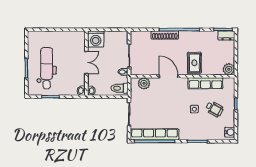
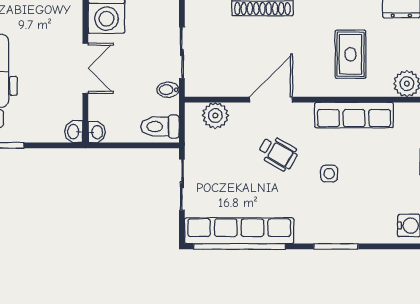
rug: (194, 63) -> (351, 54), moved
door: (169, 76) -> (271, 100), hinge flipped
wheelchair: (214, 109) -> (278, 153), moved

